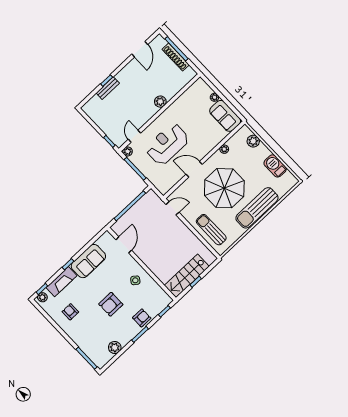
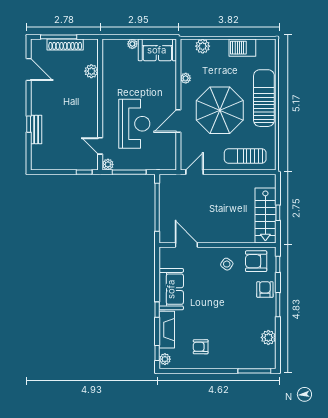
plant: (160, 102) -> (91, 71), moved
reception desk: (167, 144) -> (134, 124), turned 180
sun lounger: (257, 208) -> (264, 98), turned 180
armchair: (111, 304) -> (256, 261), moved, turned 90

